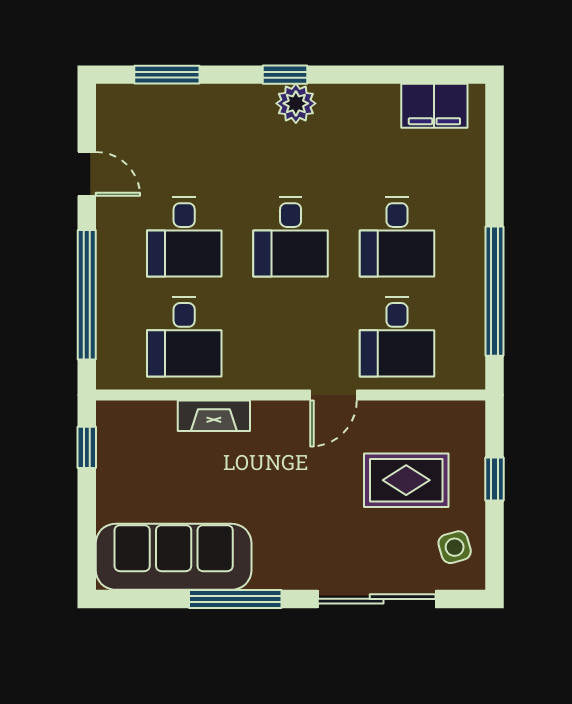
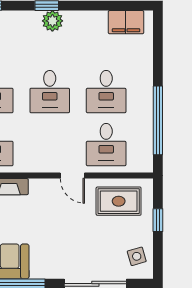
door: (333, 395) -> (72, 176), hinge flipped
rug: (406, 480) -> (119, 201), moved

